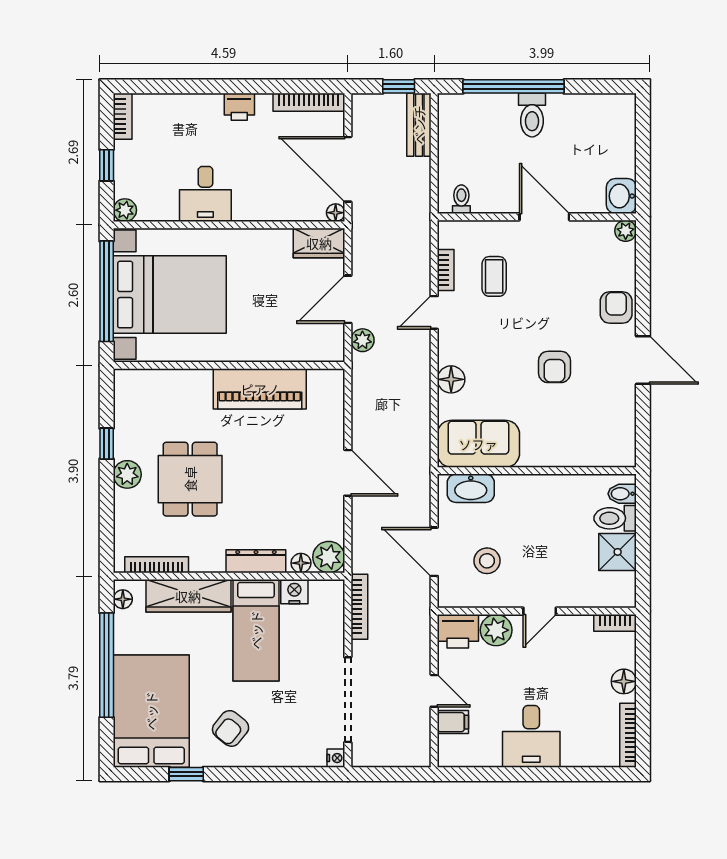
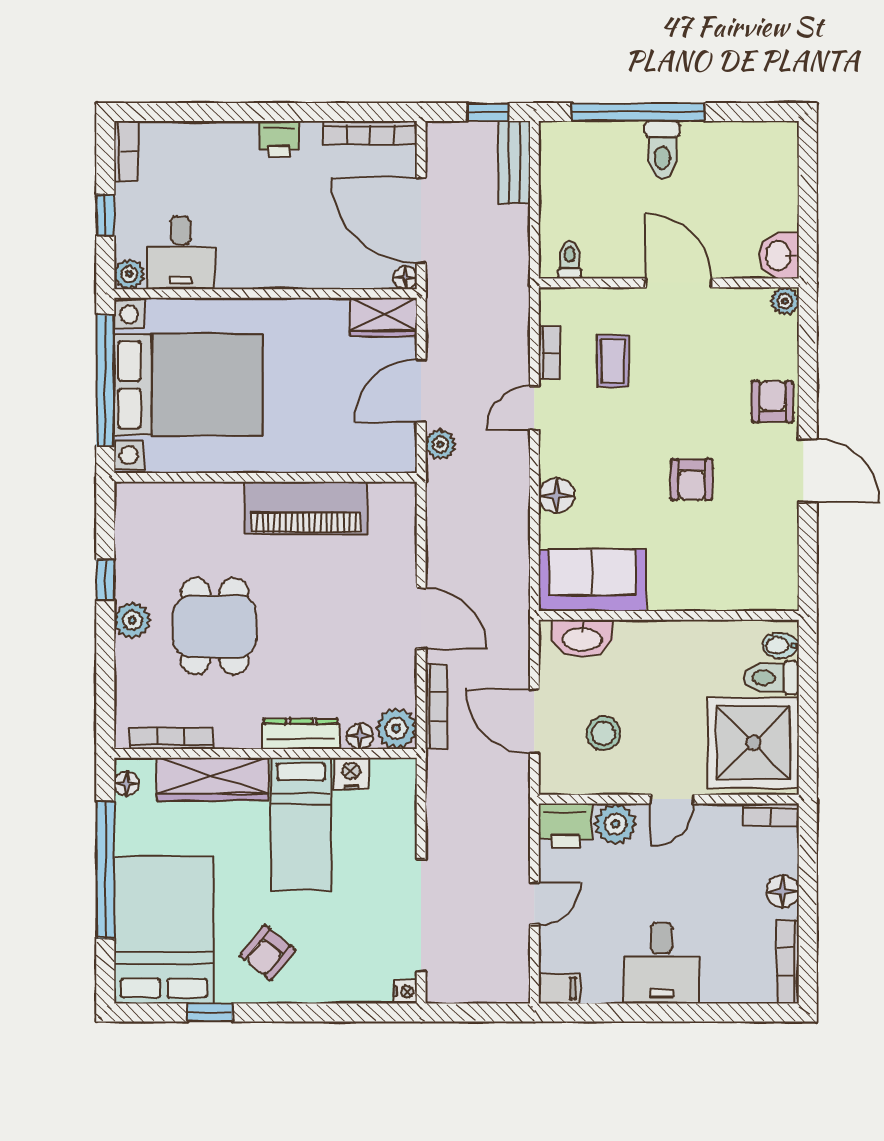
desk: (205, 194) -> (181, 253), moved
shower: (618, 552) -> (753, 743), width x1.86, depth x1.86
bookcase: (359, 607) -> (436, 706), moved
door: (434, 691) -> (534, 903), hinge flipped
filing cabinet: (453, 722) -> (559, 988), moved

